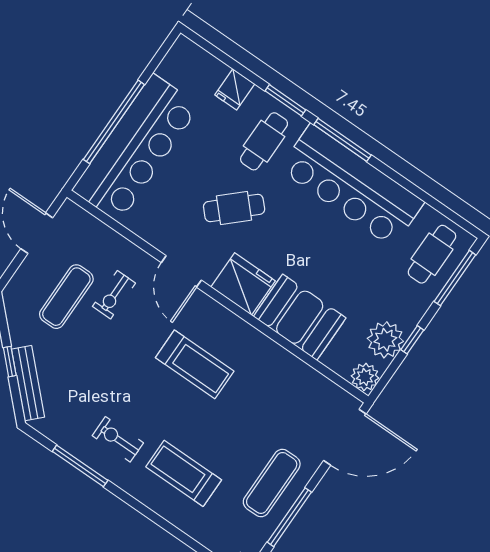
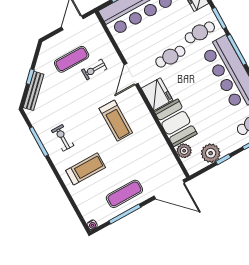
cafe table: (234, 208) -> (170, 57), turned -47
plant: (365, 377) -> (184, 151), moved
treadmill: (184, 473) -> (86, 169), turned 90

